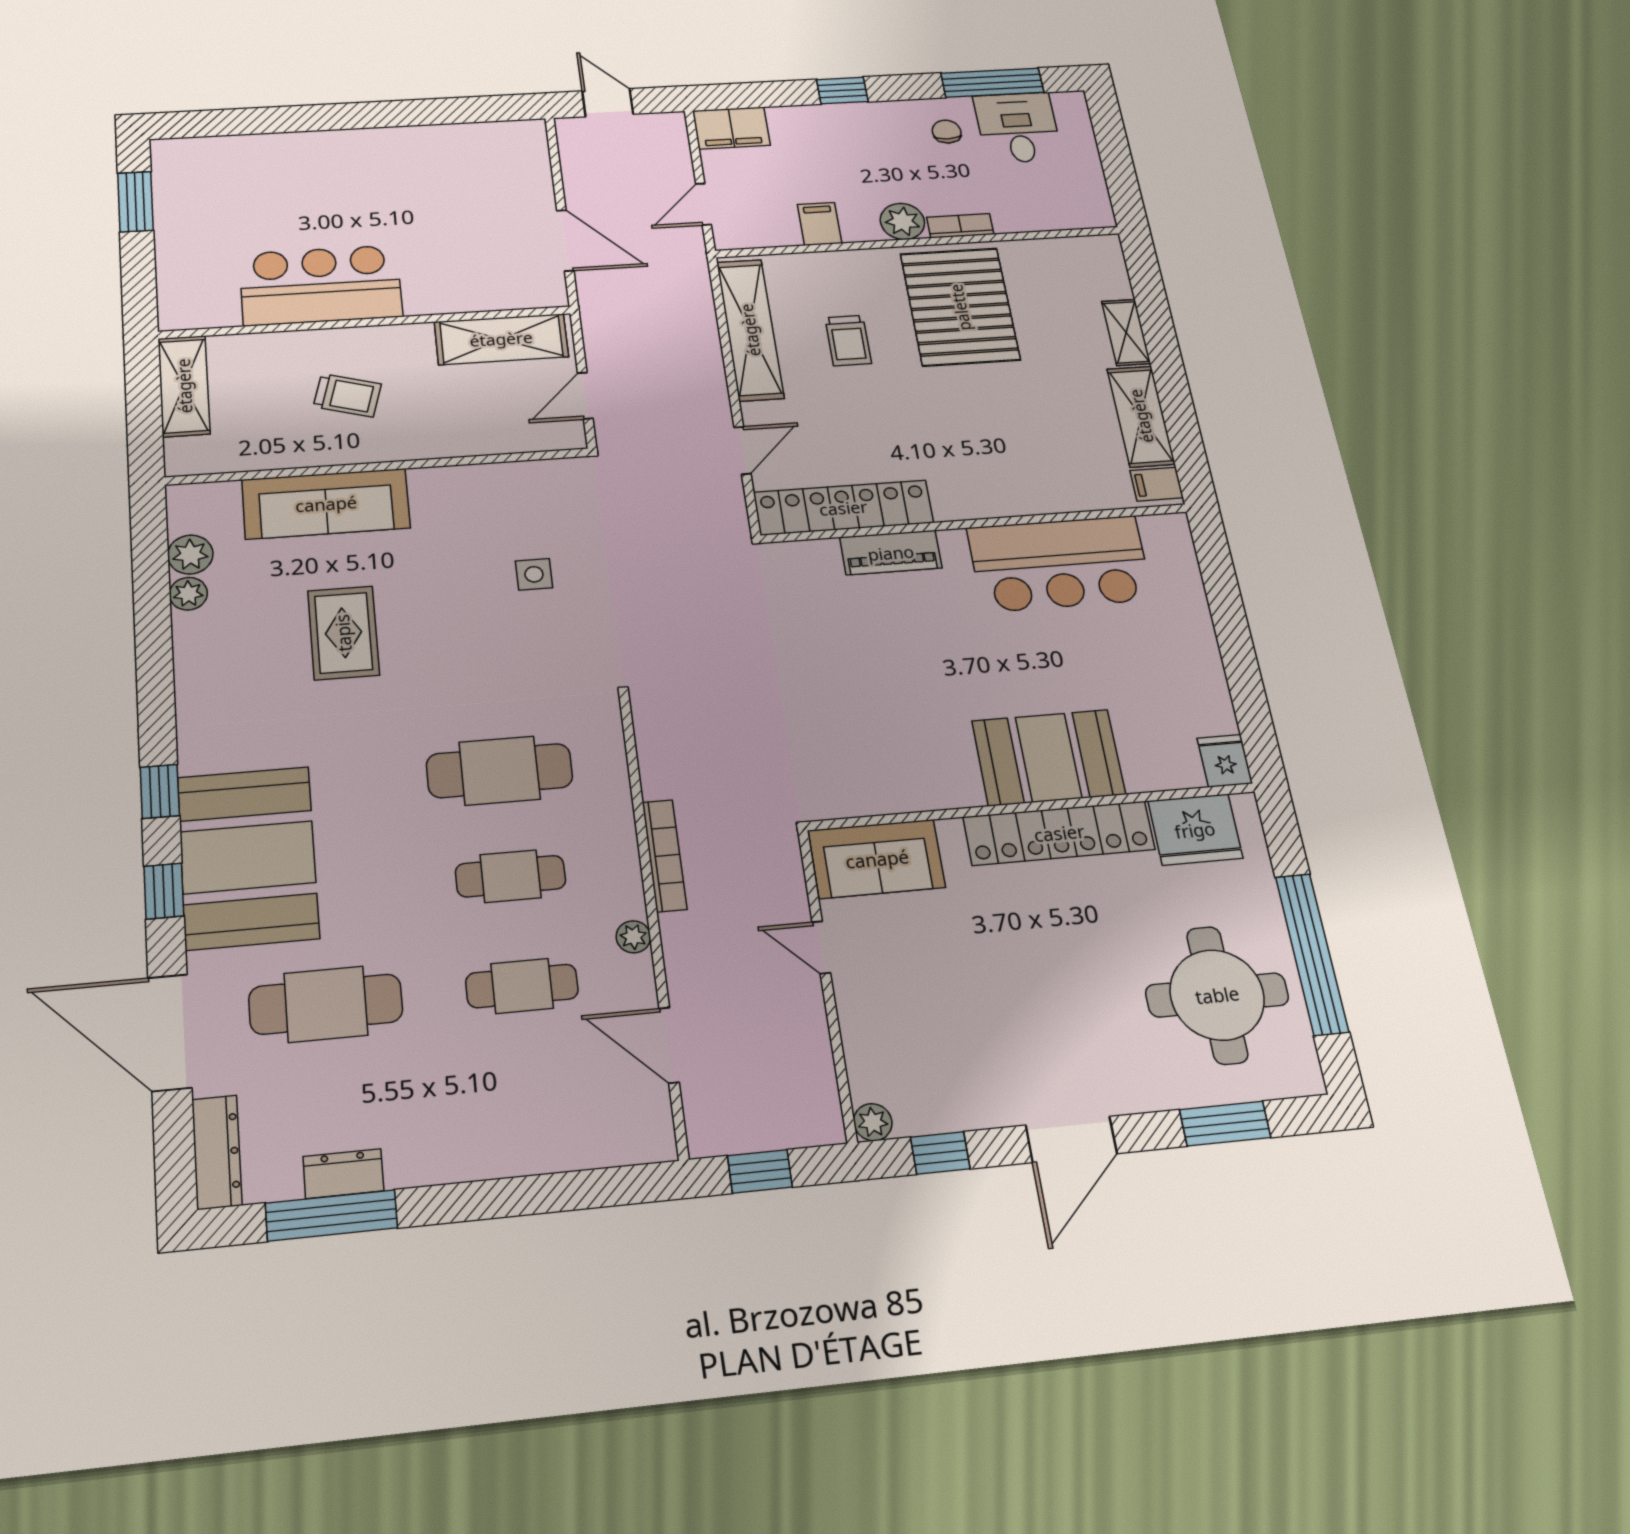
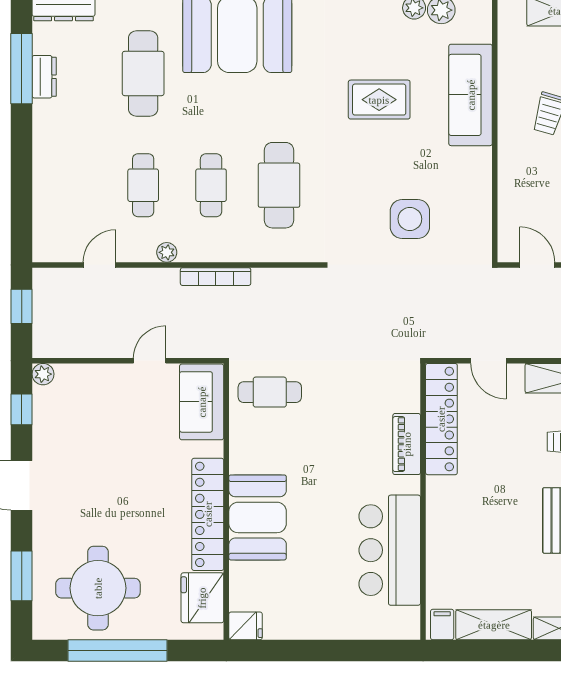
side table: (534, 574) -> (410, 219), width x1.87, depth x1.87
cafe table: (843, 756) -> (270, 392), added
door: (669, 1045) -> (100, 265), width x0.73

